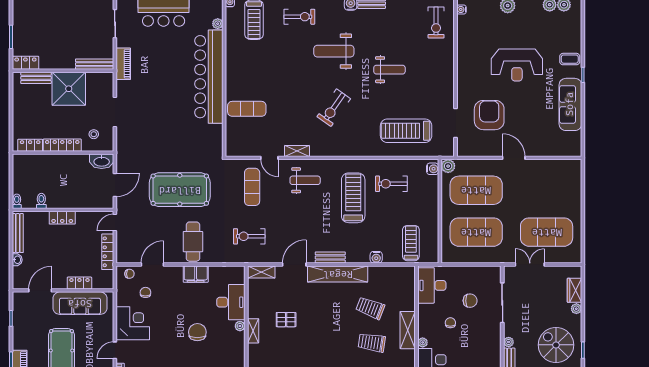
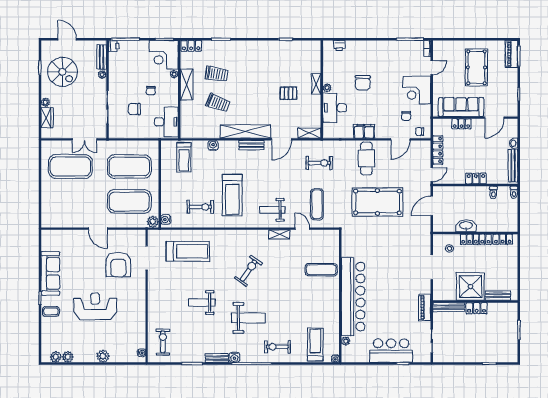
locker: (25, 63) -> (477, 308), moved
washbasin: (102, 161) -> (466, 226), moved

